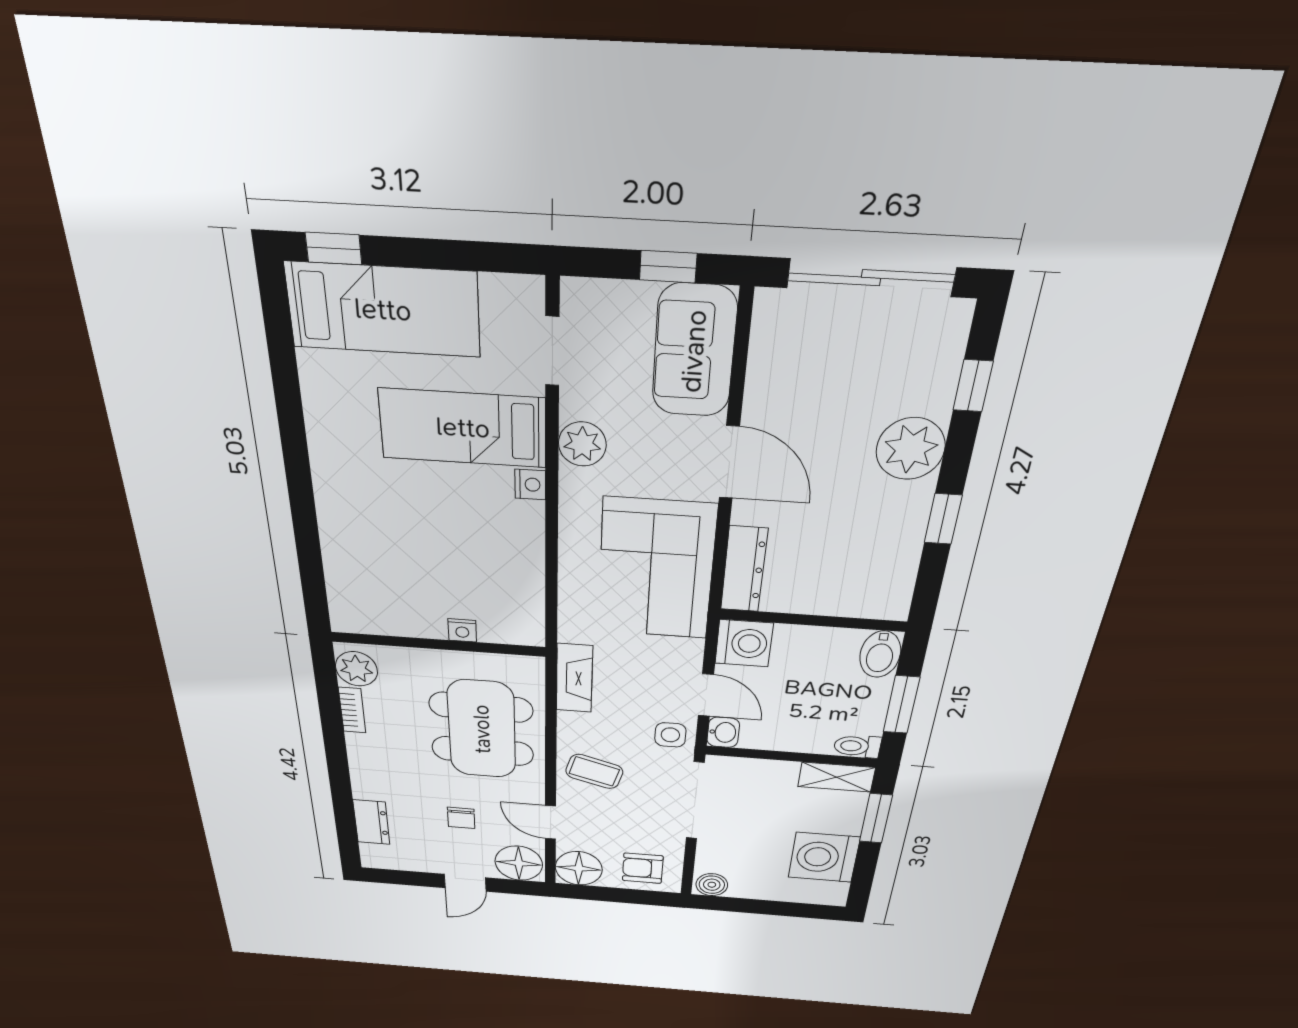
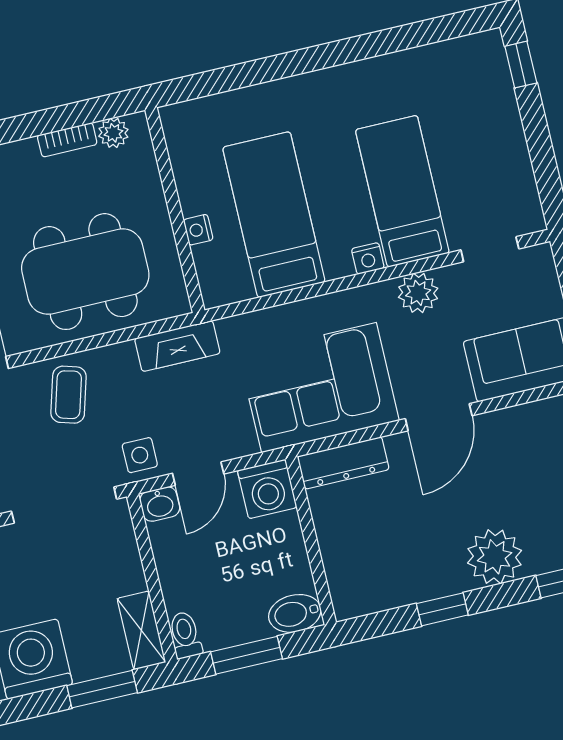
bed: (383, 310) -> (274, 215), moved, turned 180
plant: (356, 669) -> (113, 133), width x0.73, depth x0.73

